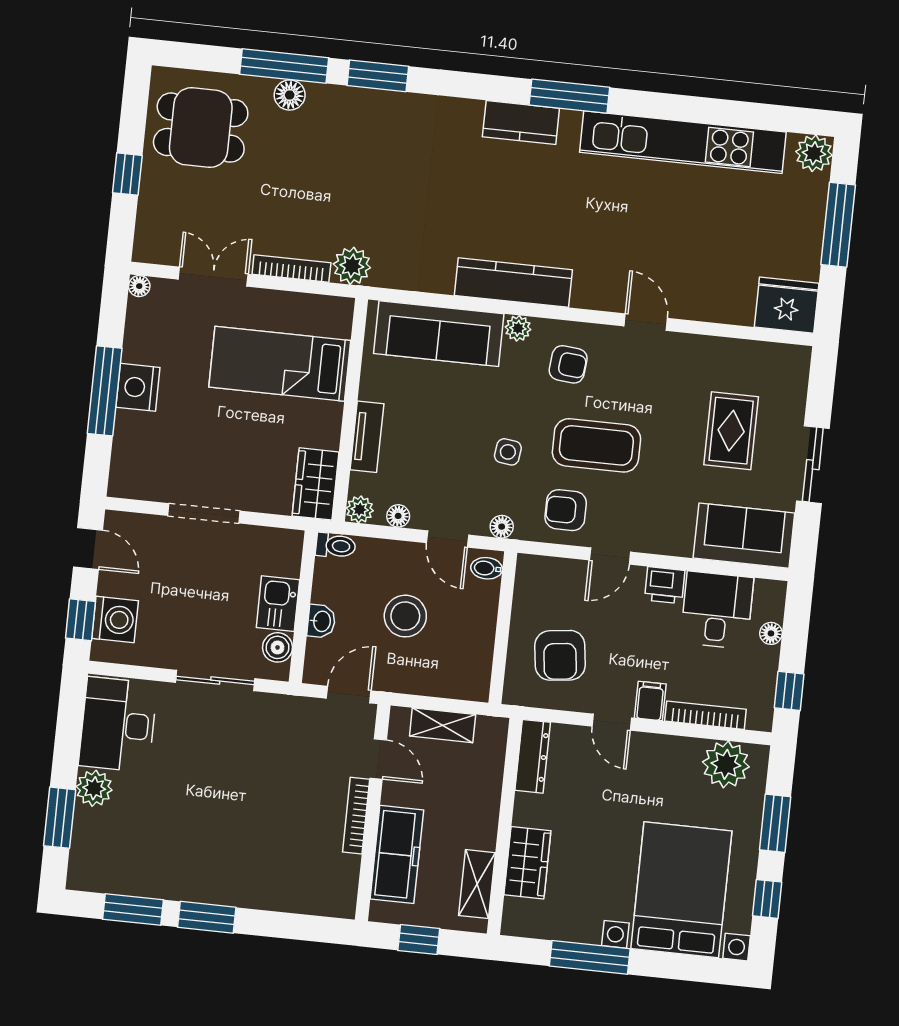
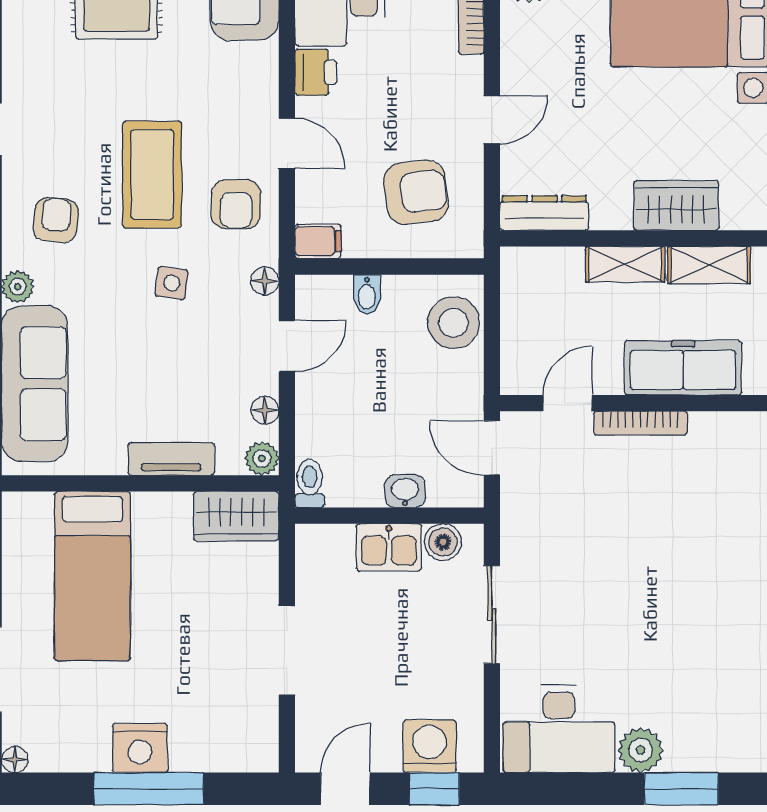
bidet: (487, 568) -> (367, 294), moved
stool: (405, 616) -> (454, 323), moved
filing cabinet: (650, 701) -> (318, 241), moved, turned 180
shelving: (443, 725) -> (625, 264), moved, turned 90

